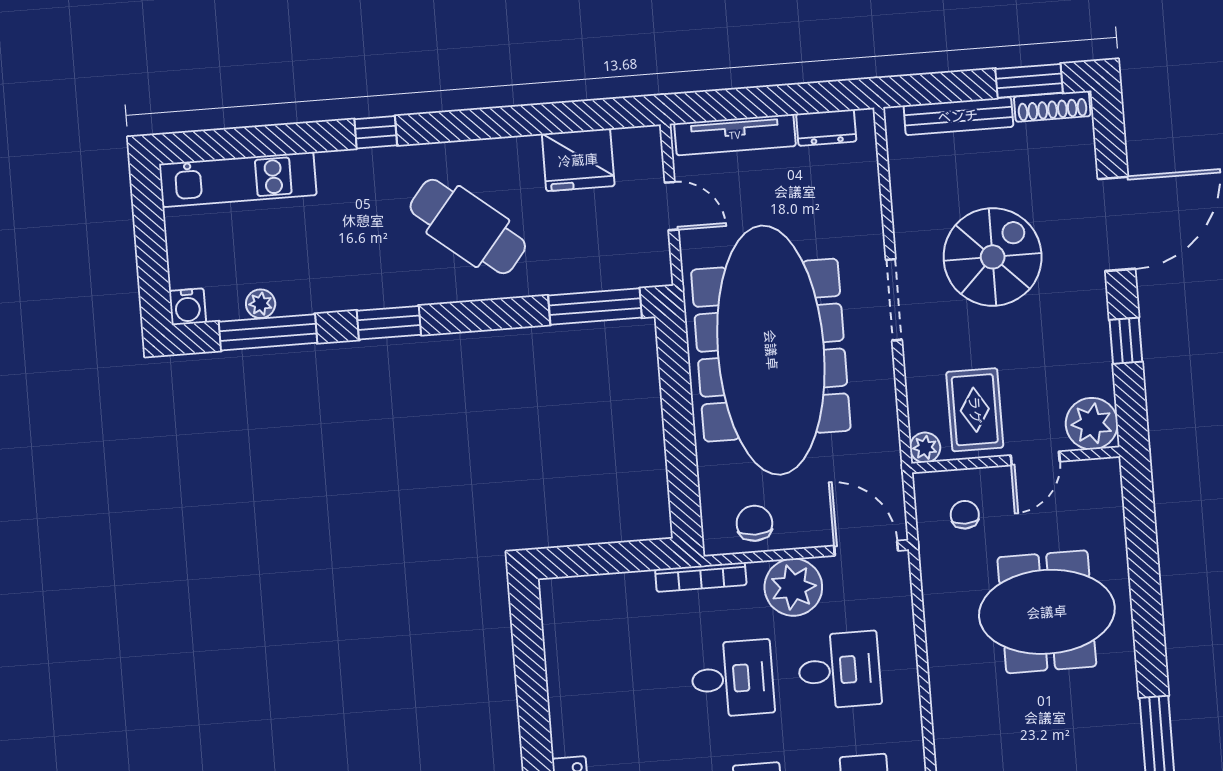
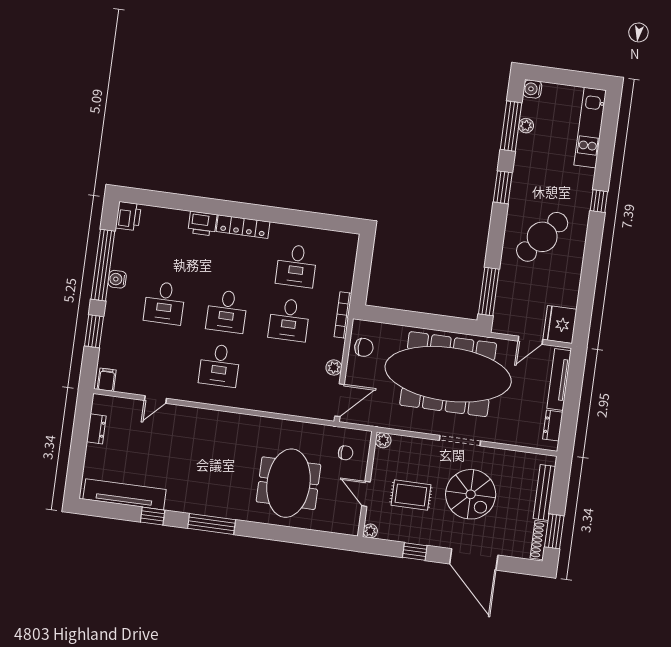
fridge: (578, 160) -> (560, 324), moved
rug: (975, 410) -> (411, 495), moved
plant: (1092, 424) -> (370, 531), width x0.53, depth x0.53
plant: (793, 587) -> (334, 368), width x0.53, depth x0.53
desk: (839, 670) -> (296, 266), moved

